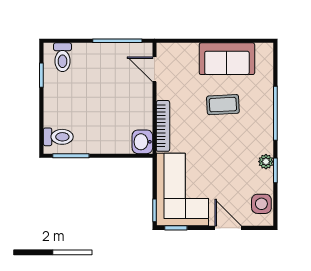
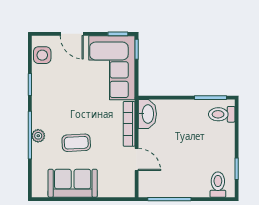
door: (154, 69) -> (137, 160), moved
washbasin: (142, 142) -> (147, 114), width x1.38
plant: (266, 162) -> (38, 136), moved

